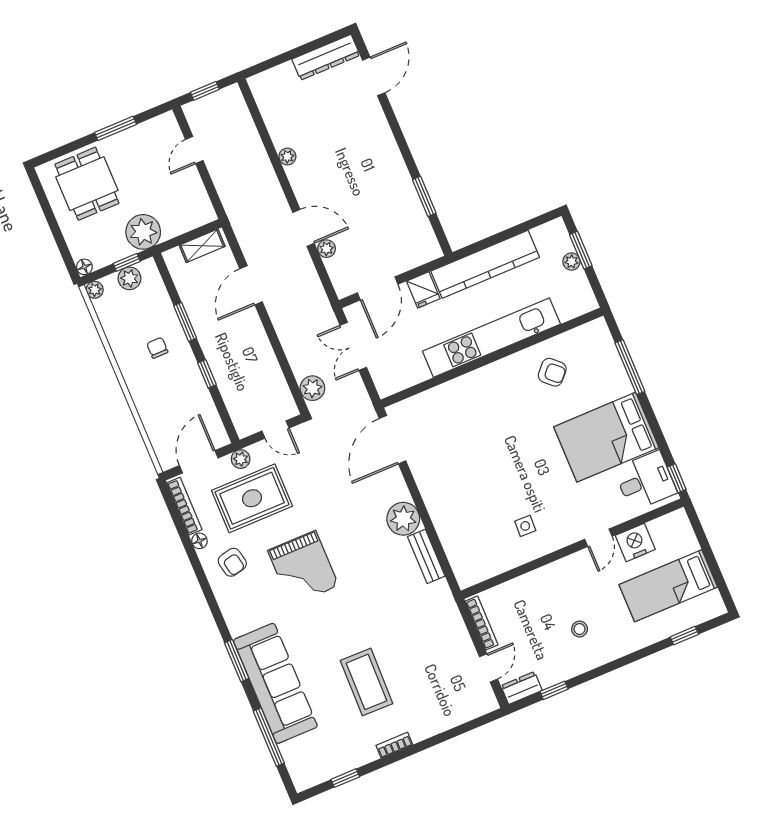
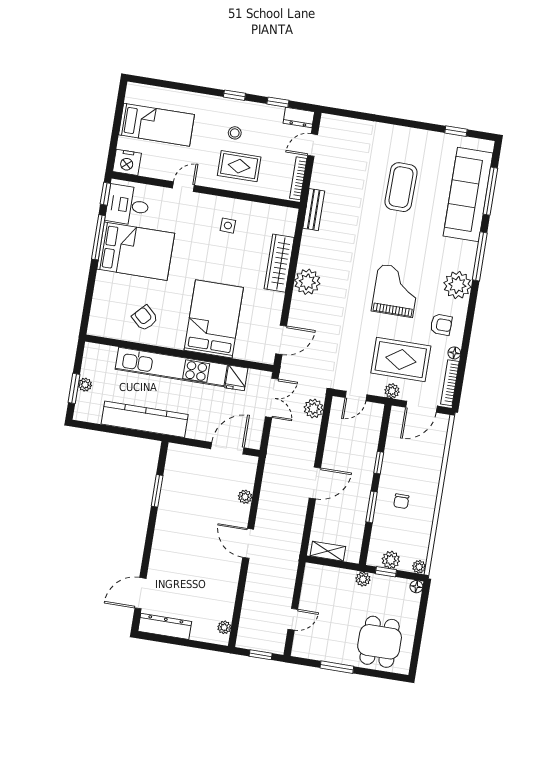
plant: (287, 157) -> (224, 627), moved
door: (303, 228) -> (248, 543), moved
plant: (143, 232) -> (363, 579), width x0.53, depth x0.53
door: (251, 285) -> (315, 483), moved
fridge: (423, 290) -> (236, 378), moved, turned 180
double door: (353, 346) -> (272, 398), moved
window: (630, 367) -> (98, 237), moved
bed: (478, 417) -> (214, 319), added
door: (275, 430) -> (356, 396), swing flipped
door: (393, 440) -> (281, 340), width x0.73
wardrobe: (446, 520) -> (279, 263), added
nightstand: (635, 542) -> (127, 162), moved
bench: (426, 556) -> (314, 210), moved
armchair: (232, 562) -> (441, 325), turned 103
rug: (553, 596) -> (239, 166), added
plant: (241, 615) -> (457, 285), added
window: (684, 636) -> (234, 95), moved
window: (237, 661) -> (480, 256), width x1.44
sofa: (275, 683) -> (468, 195), moved
bookcase: (394, 745) -> (409, 133), removed

